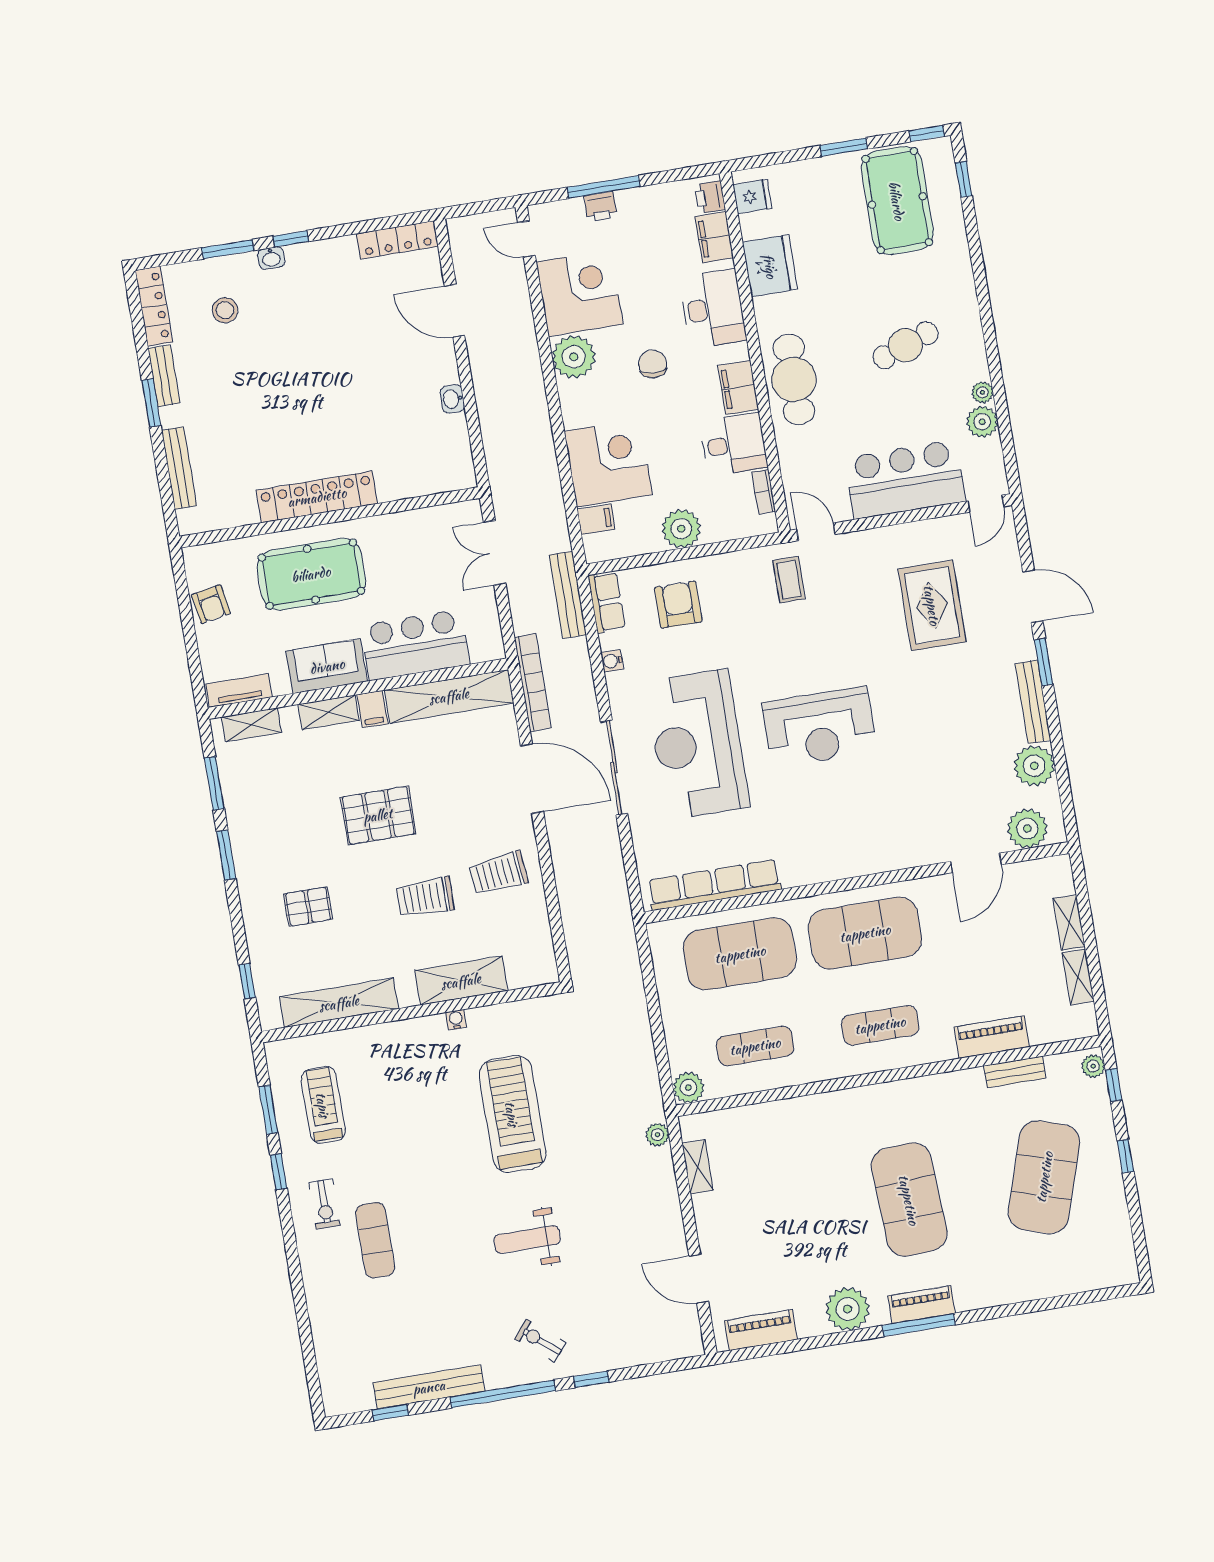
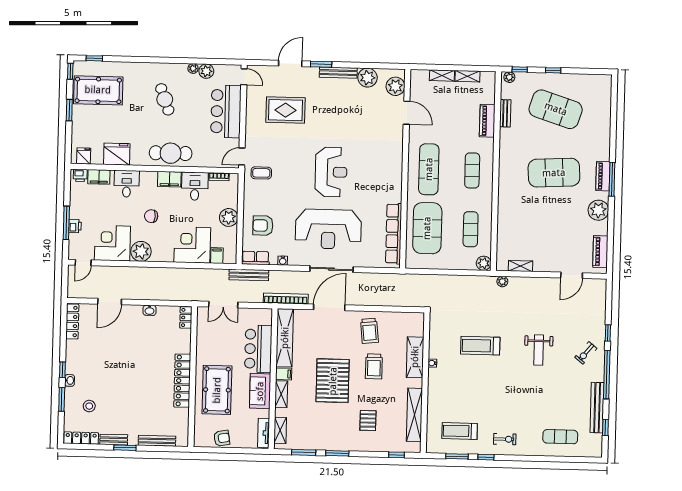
desk: (713, 309) -> (127, 184), width x0.73
locker: (452, 479) -> (186, 318), added
pallet: (378, 815) -> (333, 381), width x1.37, depth x1.41
exercise mat: (865, 933) -> (429, 169), width x0.68
treadmill: (512, 1114) -> (480, 346), width x0.73, depth x0.73
exercise mat: (375, 1240) -> (560, 437), moved

